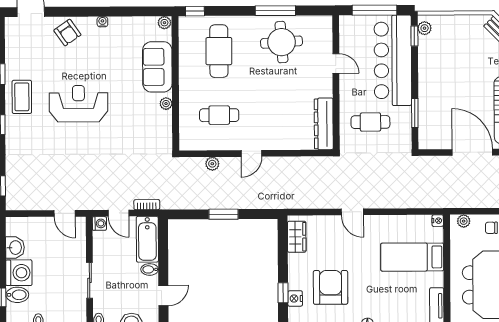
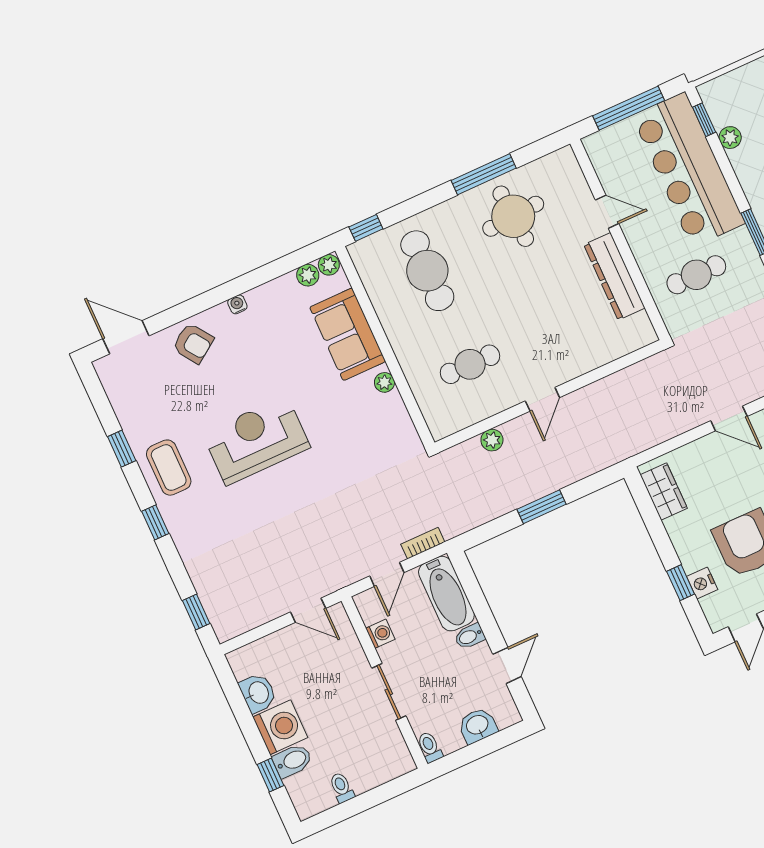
plant: (150, 23) -> (308, 275), added
plant: (425, 28) -> (730, 138), moved
dresser: (324, 124) -> (614, 276), moved
door: (118, 213) -> (387, 574), hinge flipped
washing machine: (99, 223) -> (380, 634), moved

